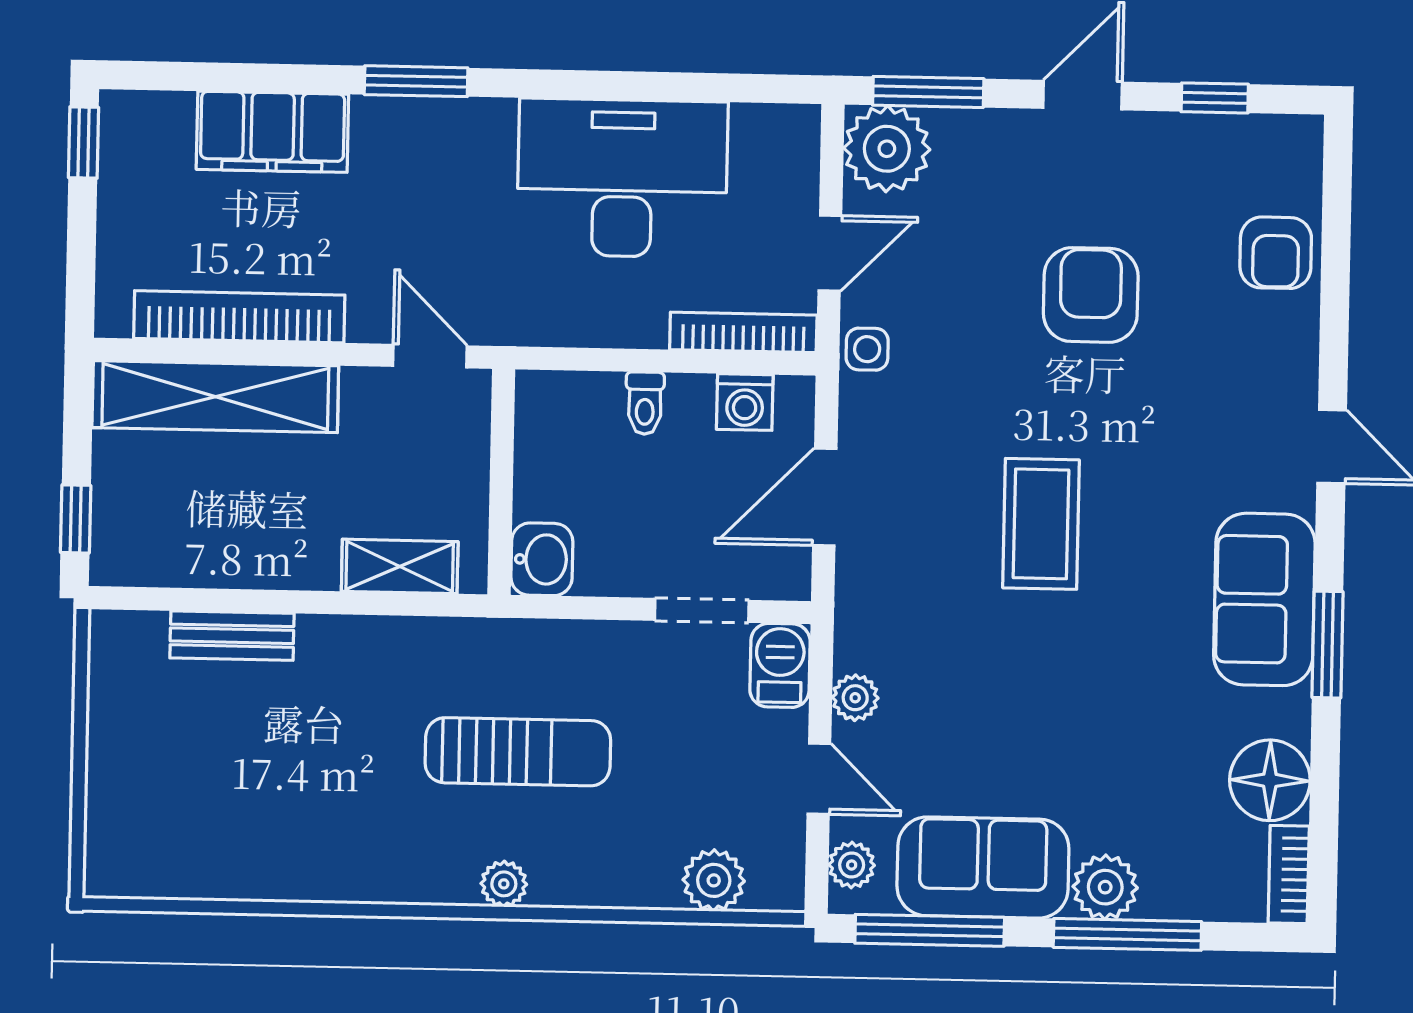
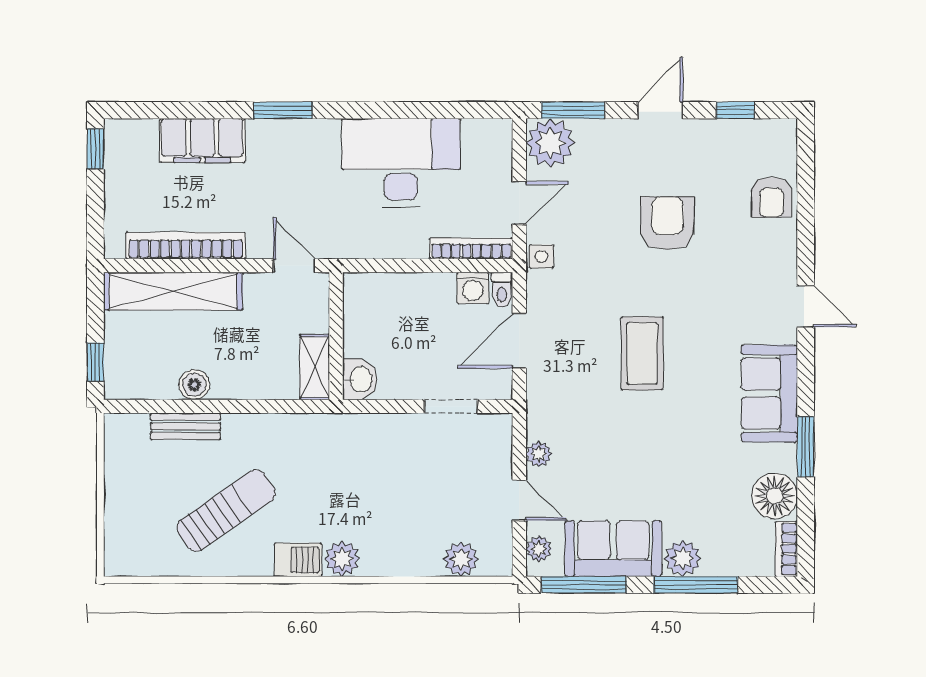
toilet: (645, 403) -> (502, 290), moved
boiler: (249, 562) -> (194, 385), added
shelving: (400, 566) -> (315, 367), moved, turned 90
window: (1328, 645) -> (806, 447), moved
barbecue: (780, 665) -> (298, 560), moved, turned 90
sun lounger: (518, 752) -> (226, 511), moved, turned -35
plant: (504, 884) -> (342, 559), width x1.38, depth x1.38

